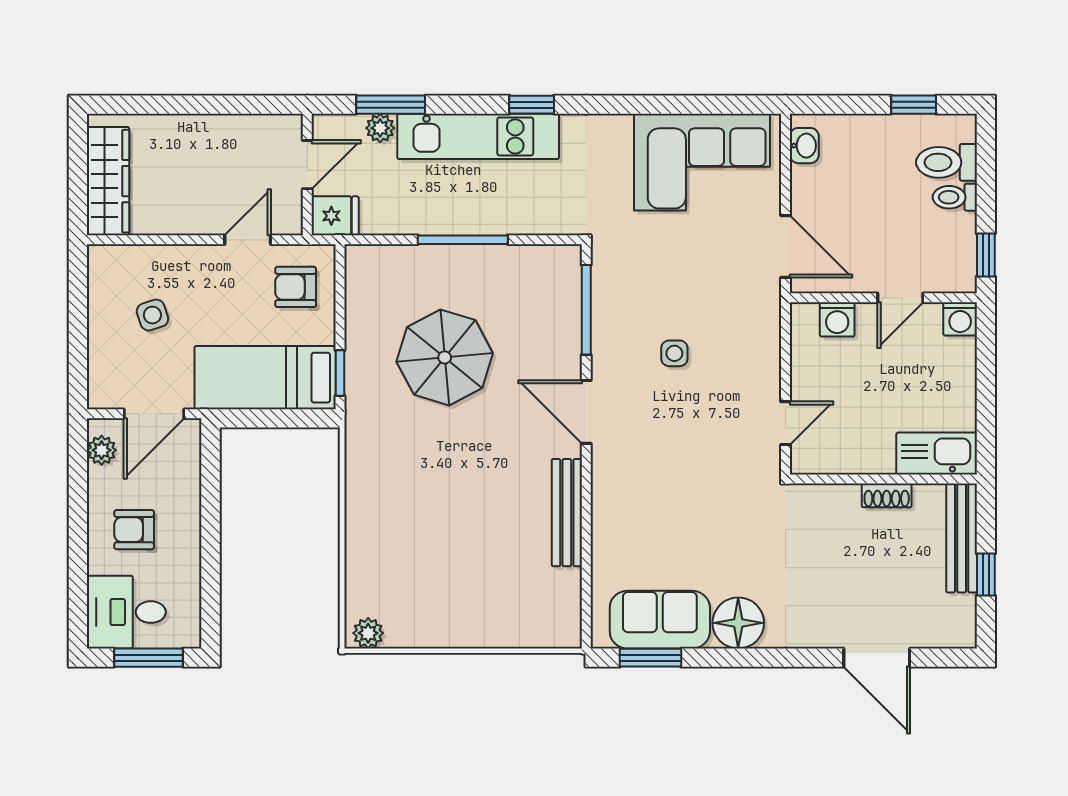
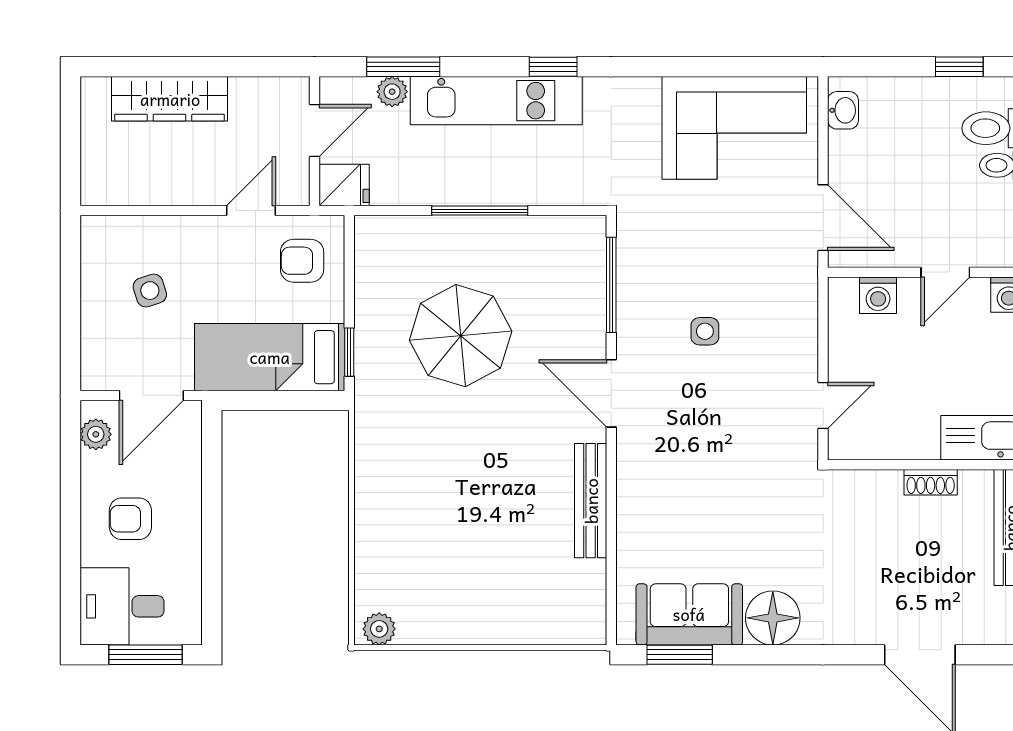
wardrobe: (108, 181) -> (170, 99), moved, turned 90

